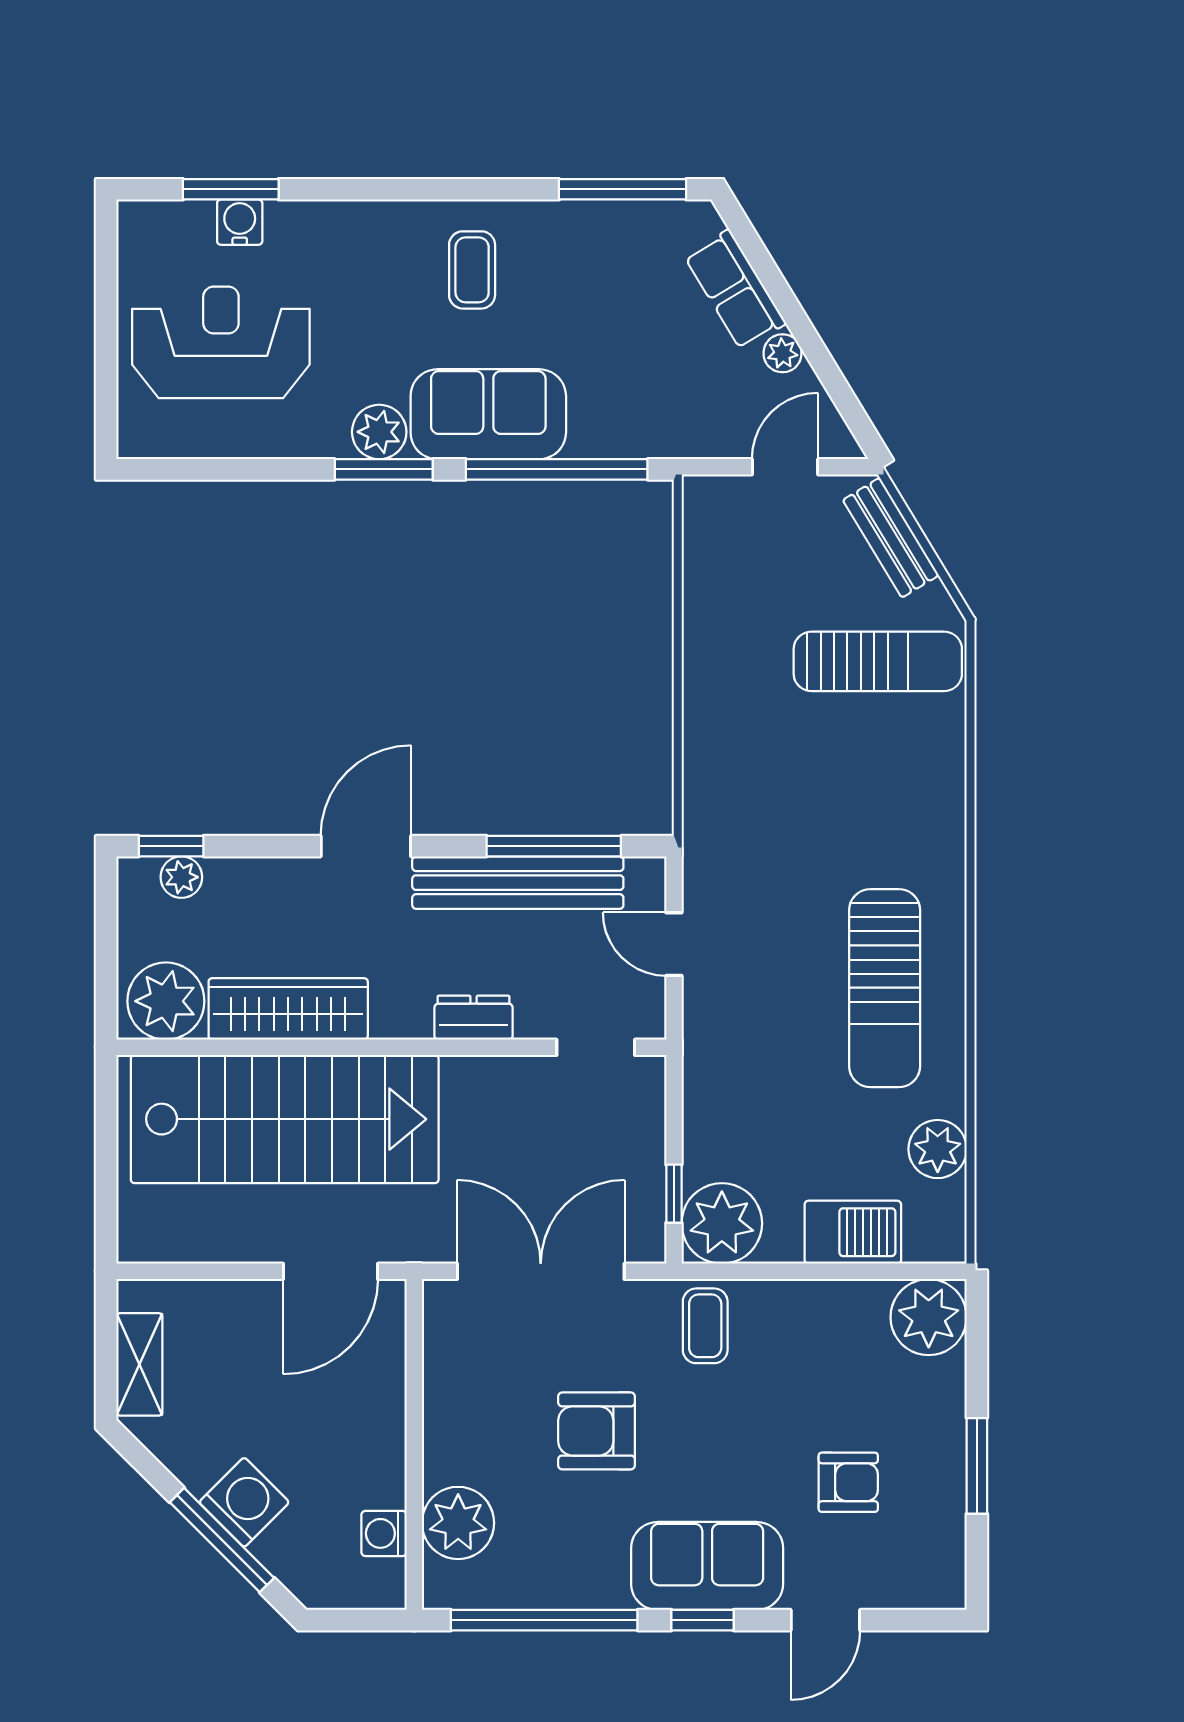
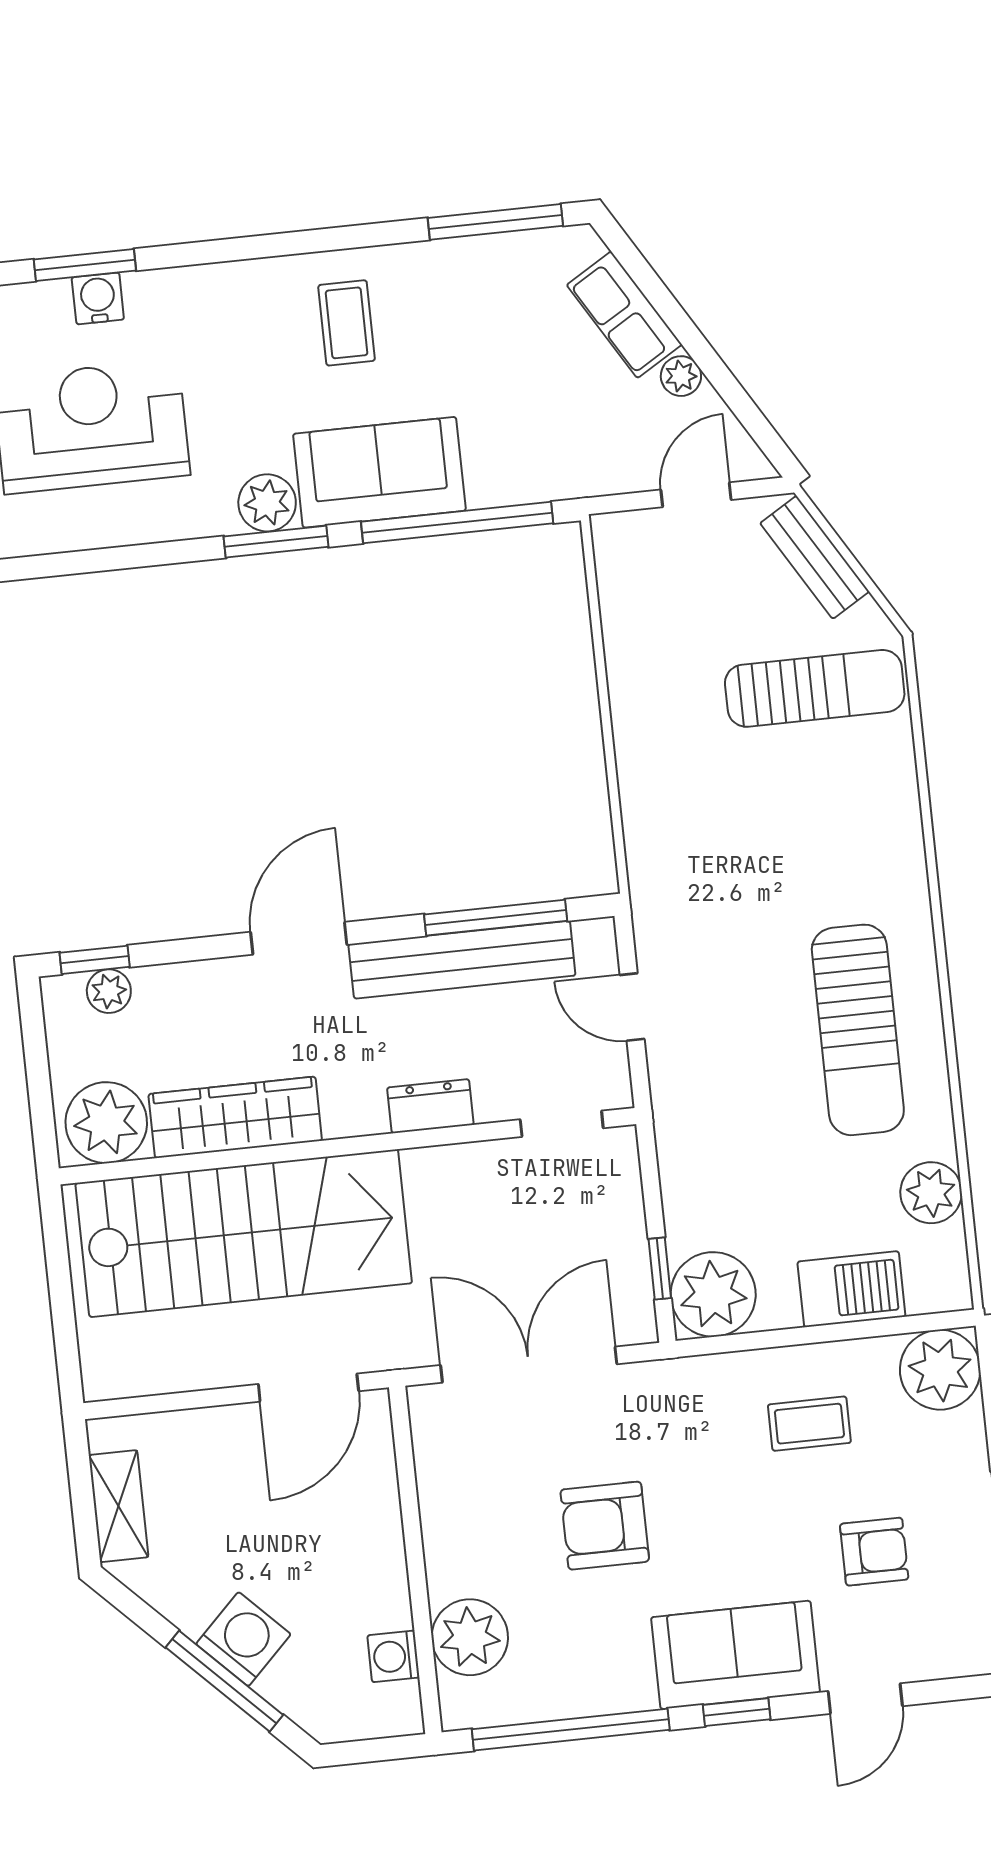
coffee table: (705, 1326) -> (809, 1424), moved, turned 90

